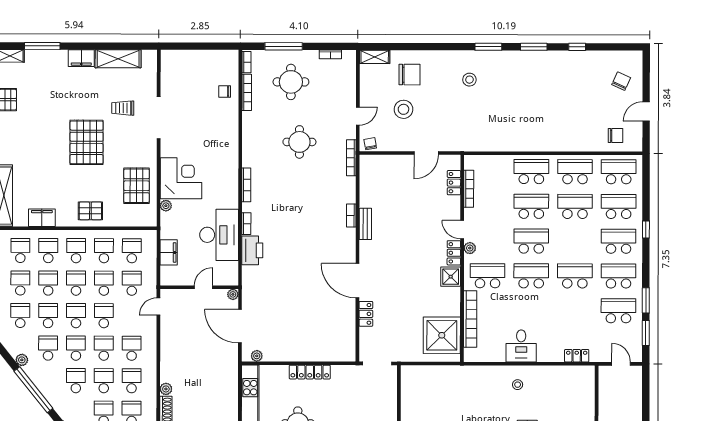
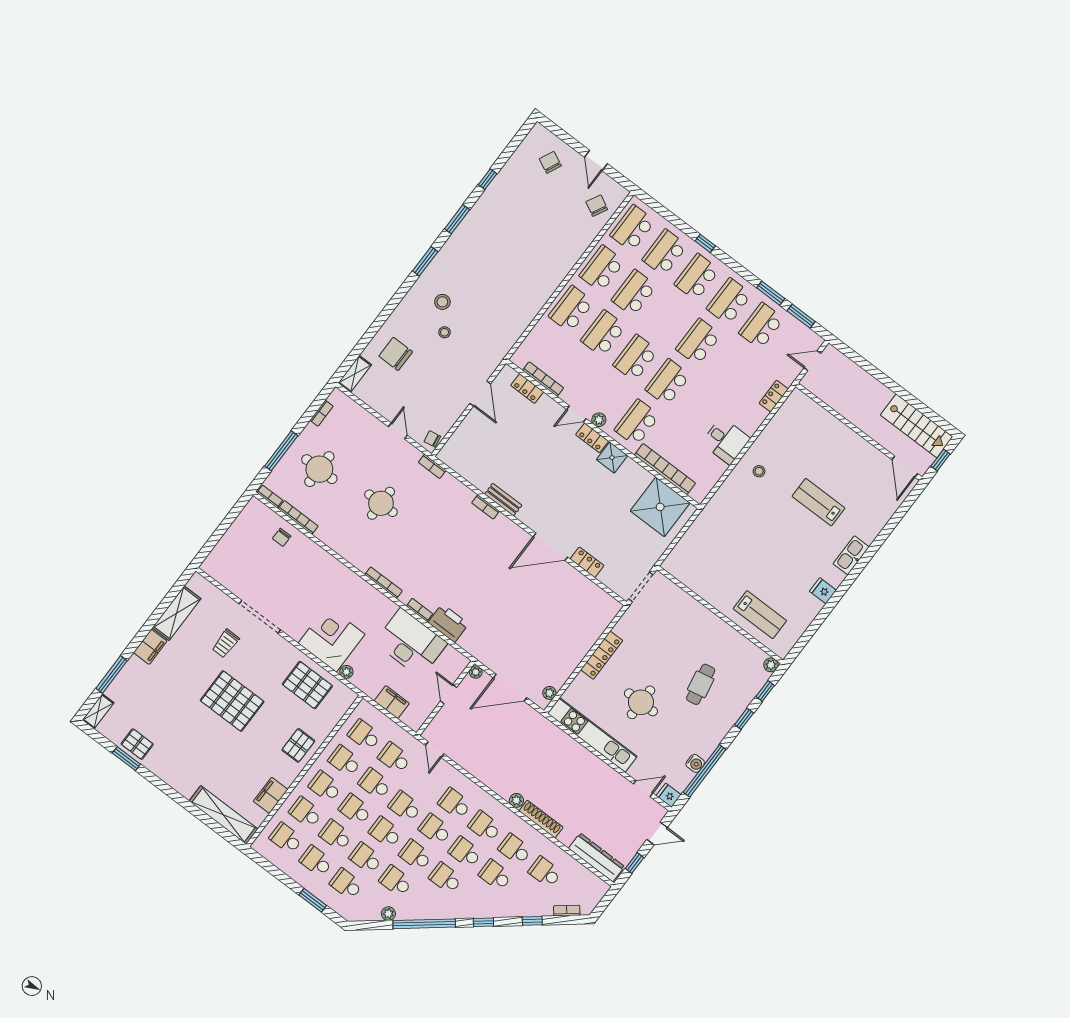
chair: (409, 75) -> (396, 354), turned -90
stool: (403, 109) -> (445, 332), moved, width x0.53, depth x0.53
chair: (616, 135) -> (597, 206), turned -62
bookcase: (351, 158) -> (432, 466), width x0.64

